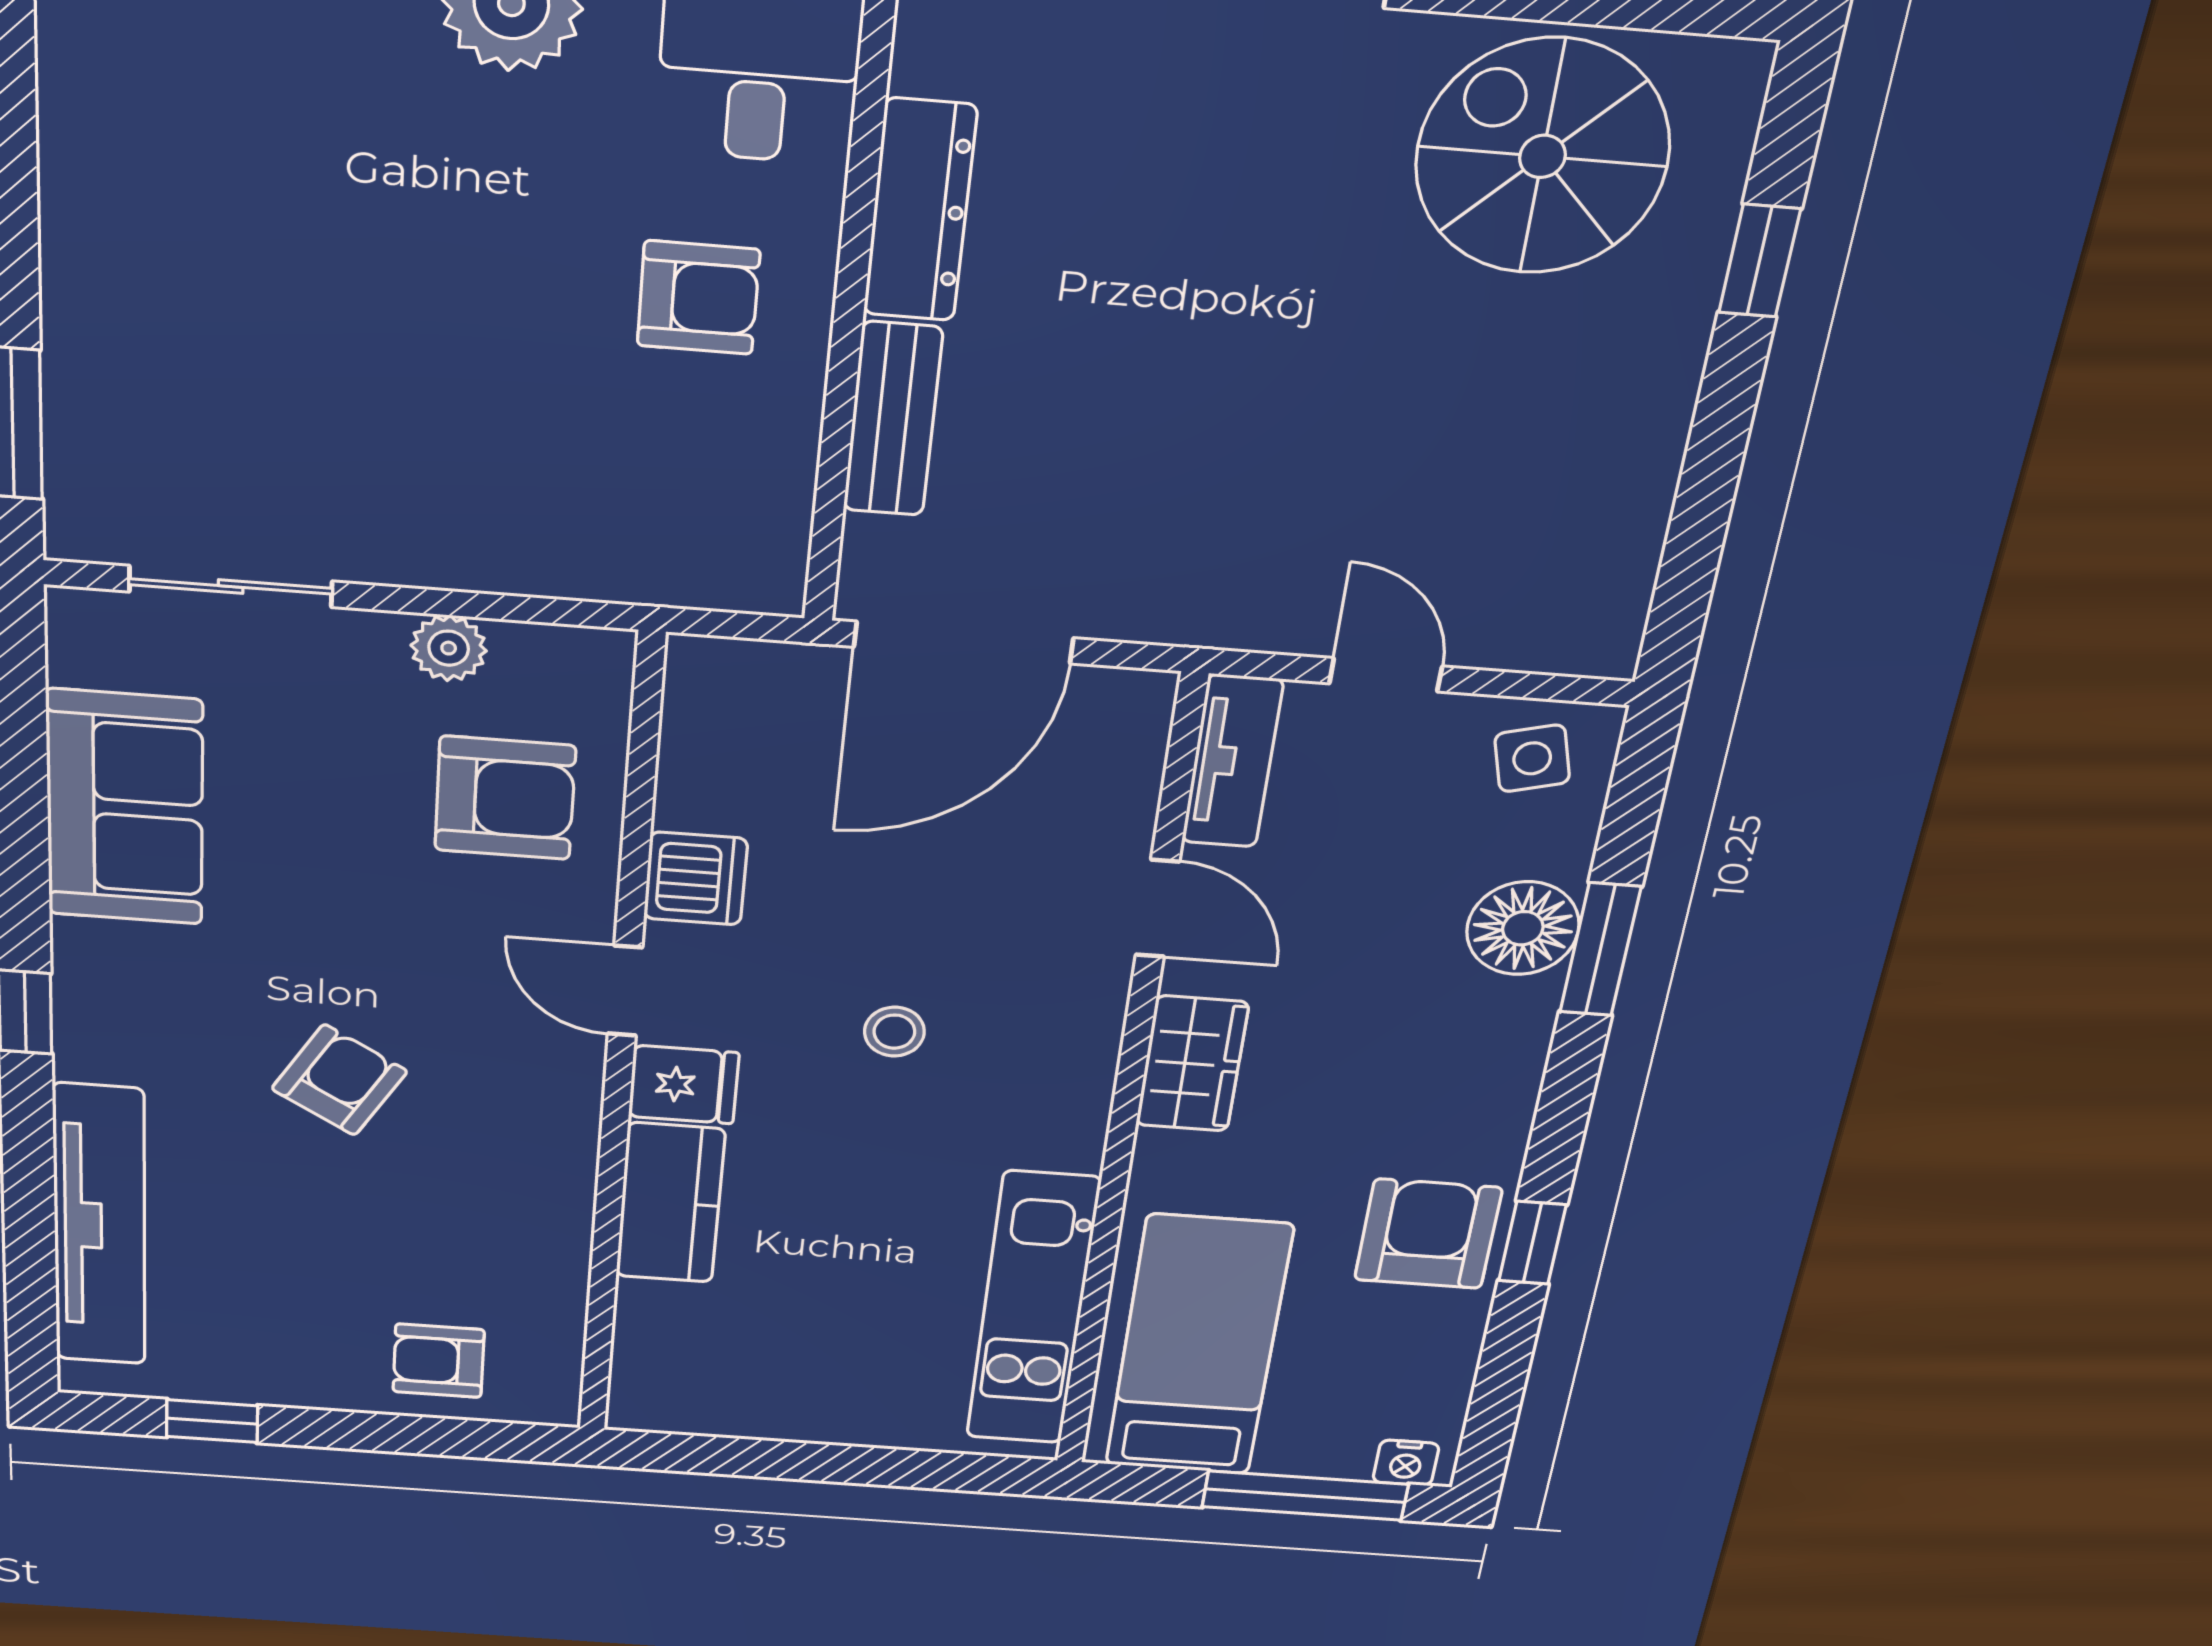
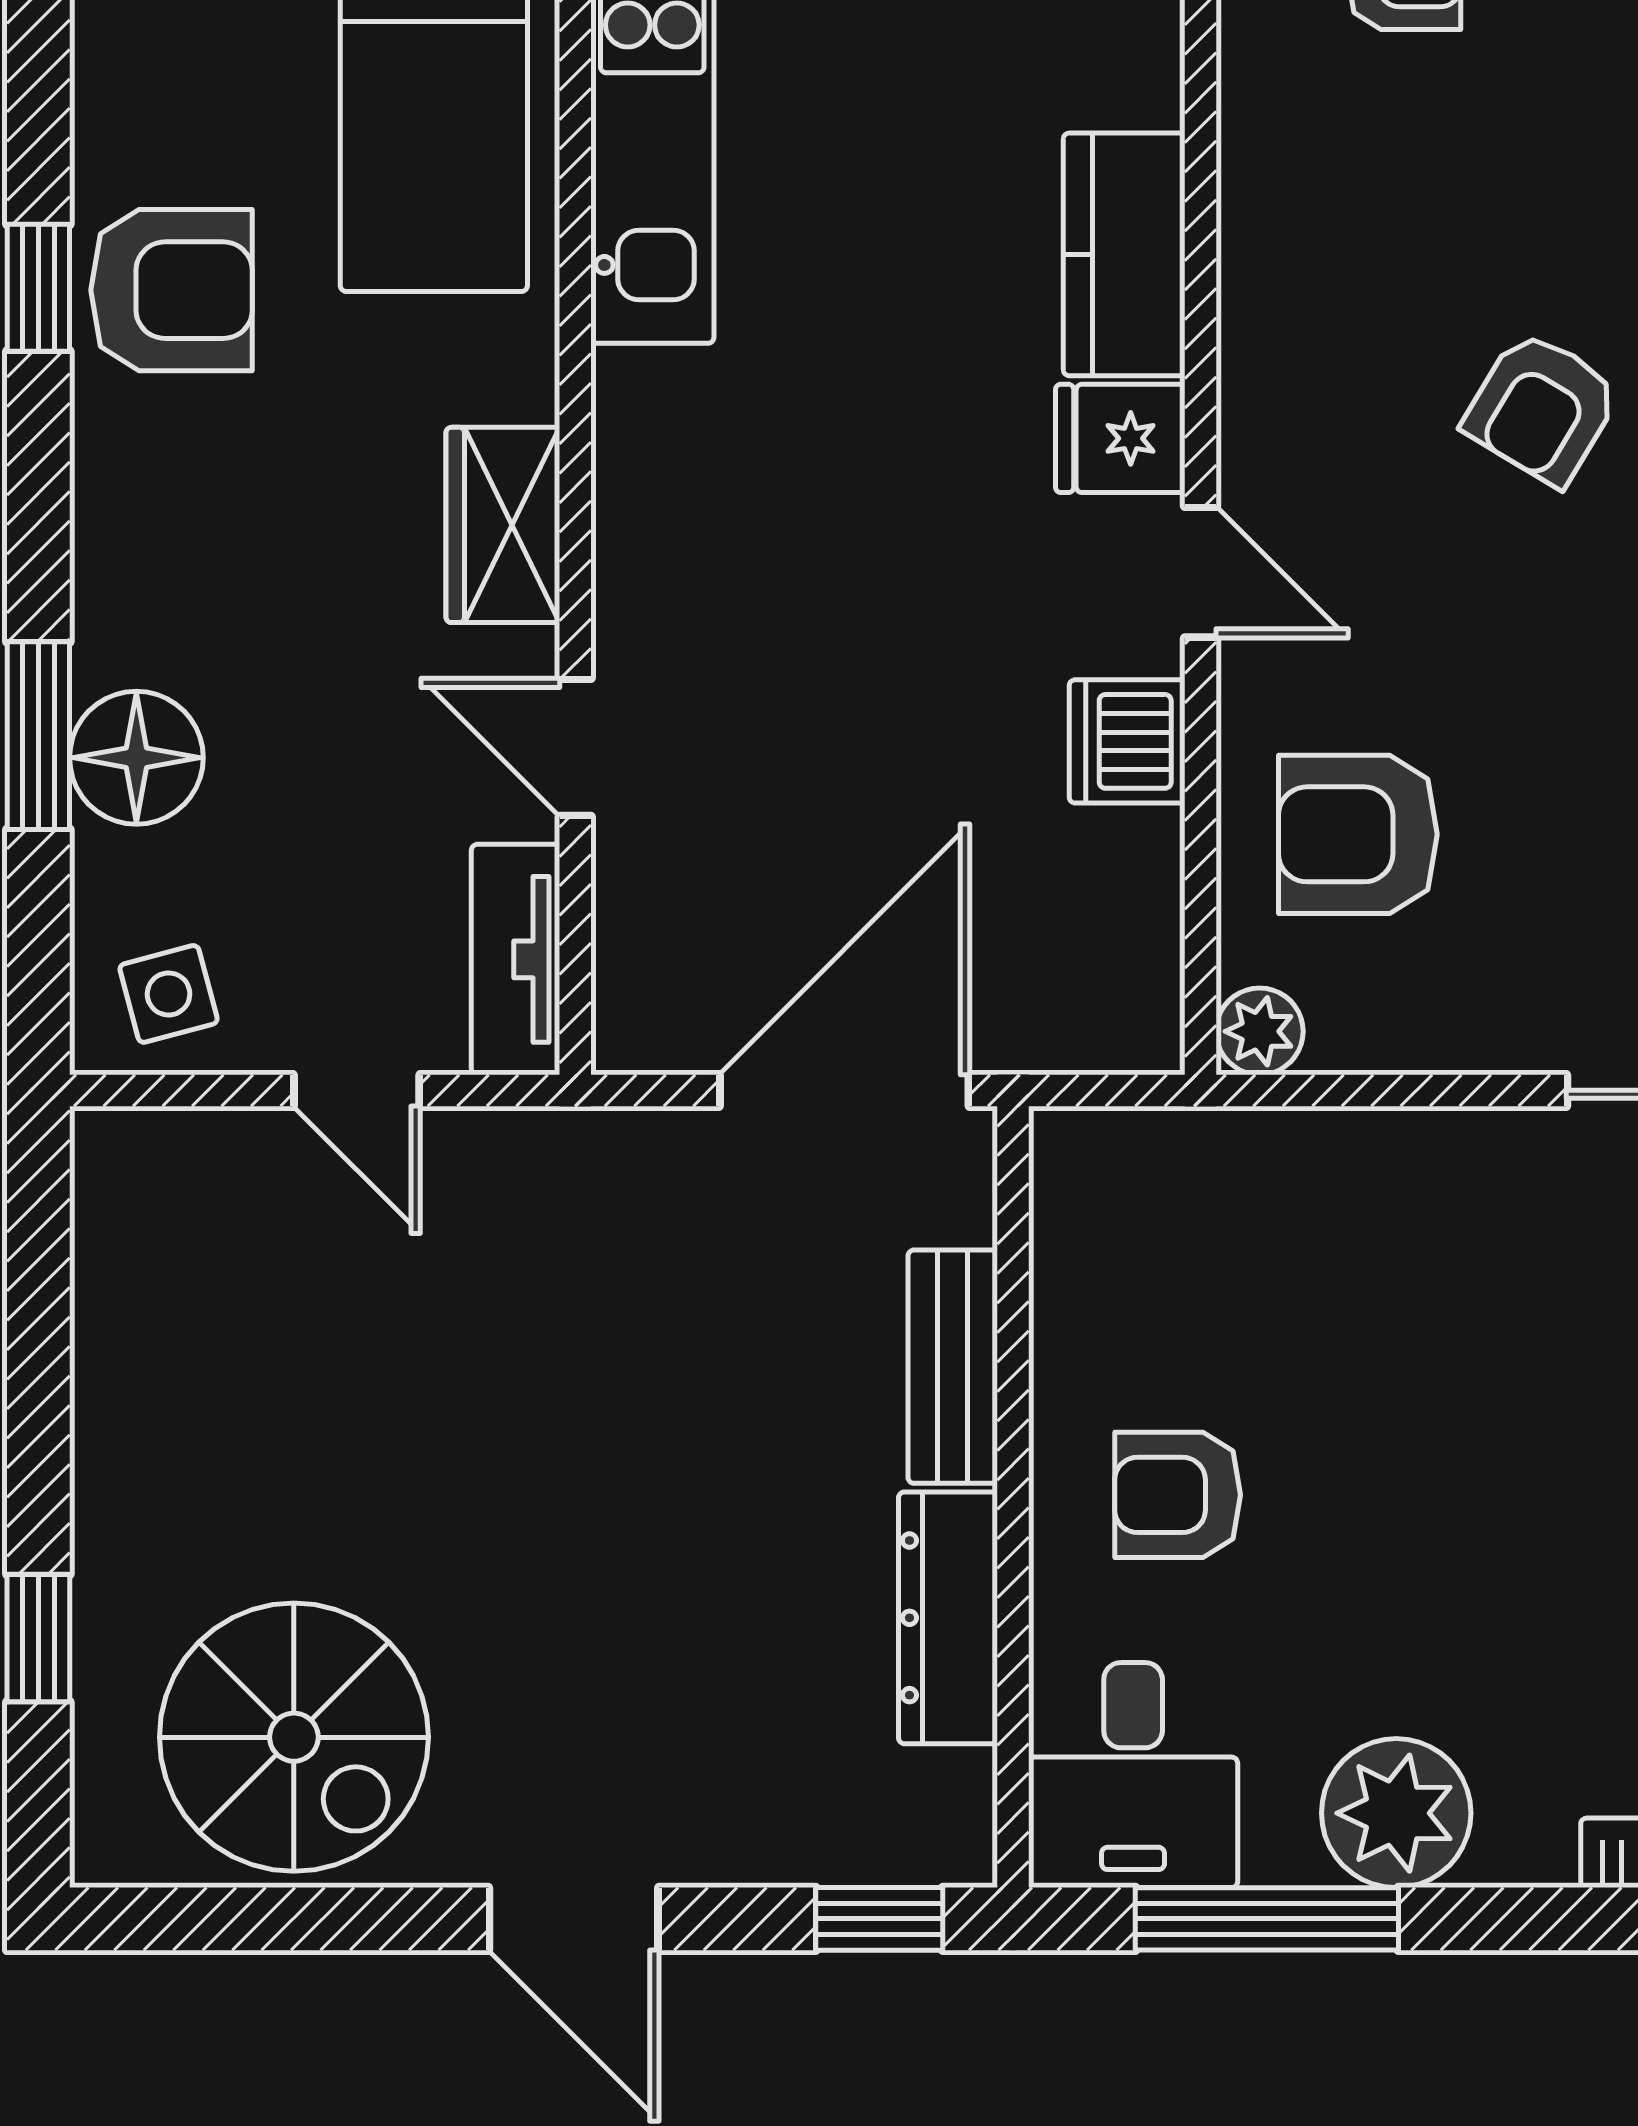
plant: (449, 648) -> (1260, 1031), moved
stool: (894, 1032) -> (870, 541), removed
armchair: (1428, 1234) -> (172, 290), turned -90

